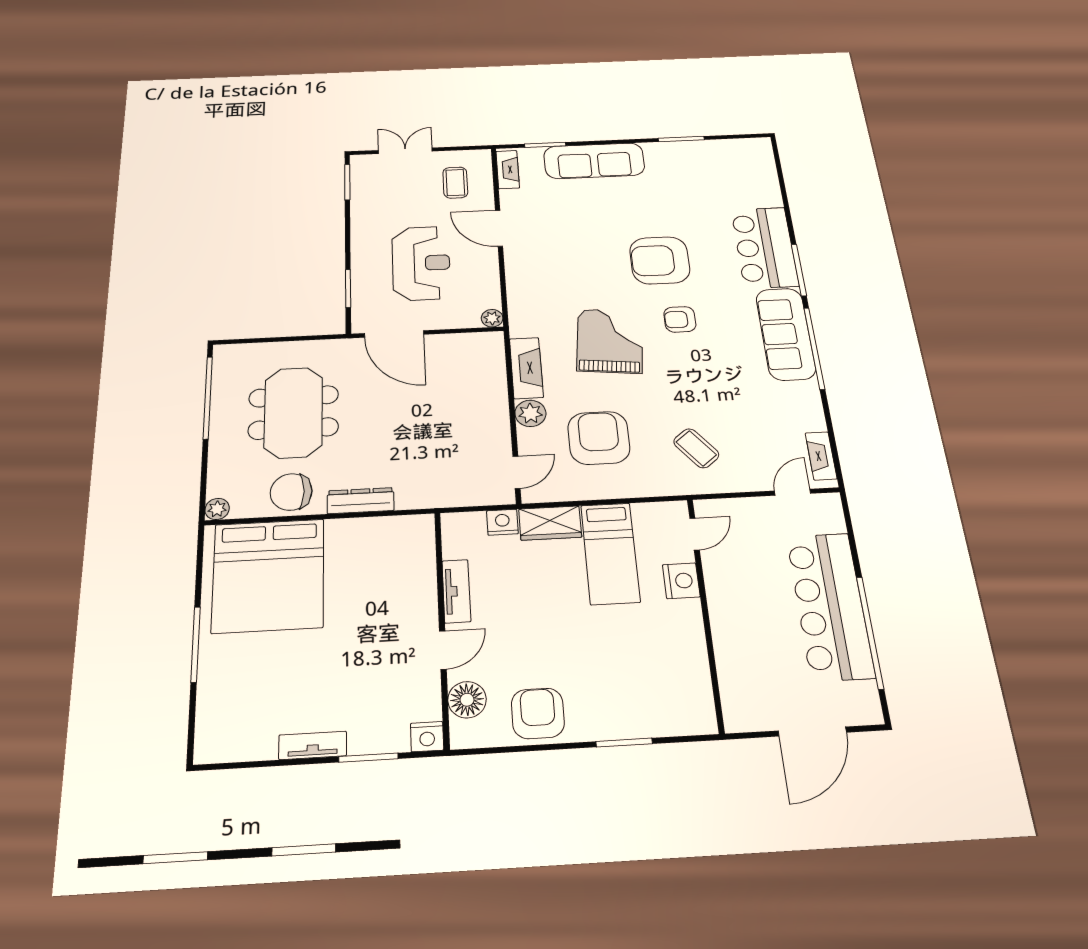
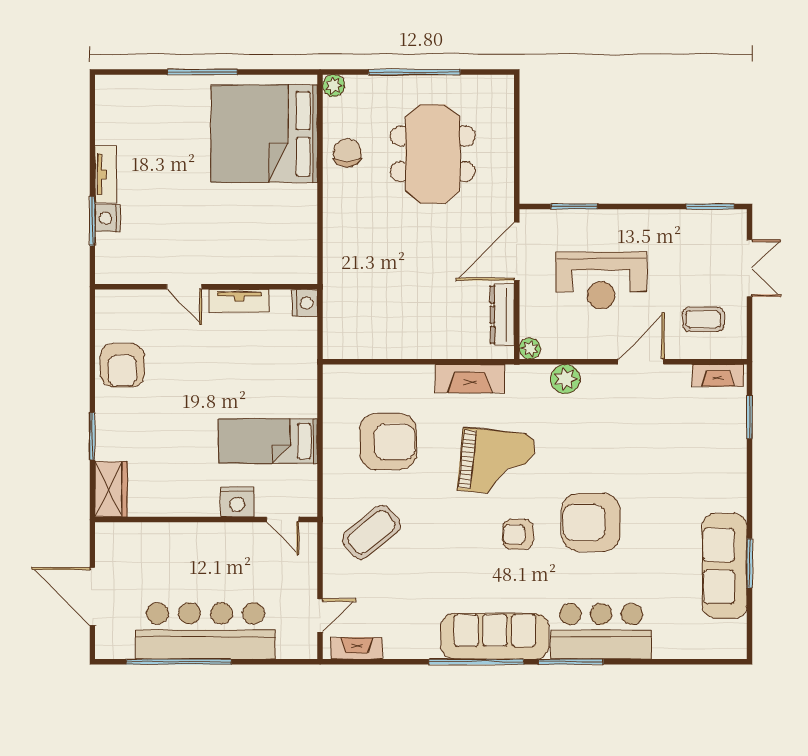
sofa: (594, 161) -> (725, 566), moved
armchair: (660, 260) -> (591, 522), turned -90
armchair: (680, 319) -> (518, 534), turned -90
window: (208, 398) -> (414, 72), moved
meeting table: (293, 412) -> (433, 154), turned 90
plant: (530, 413) -> (565, 379), moved
coffee table: (696, 448) -> (371, 532), width x1.36, depth x1.30
door: (516, 472) -> (356, 362), removed
chair: (291, 492) -> (347, 153), width x0.73, depth x0.73
door: (793, 492) -> (320, 616), hinge flipped
dresser: (361, 501) -> (502, 315), moved, turned 180
nightstand: (502, 522) -> (305, 303), moved
wardrobe: (550, 523) -> (111, 489), moved, turned 180
floor lamp: (467, 700) -> (138, 306), removed
armchair: (538, 713) -> (122, 365), turned 90
nightstand: (427, 737) -> (107, 218), moved

